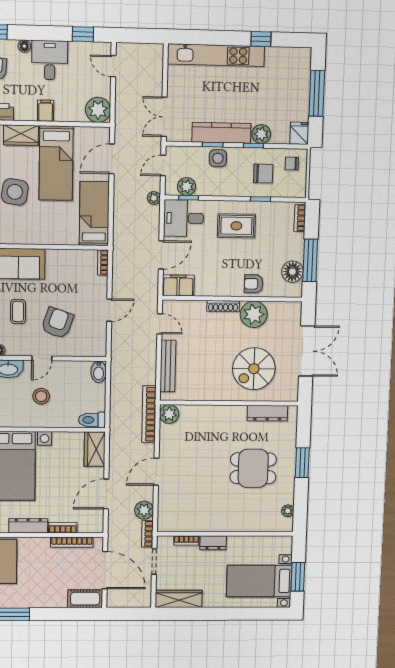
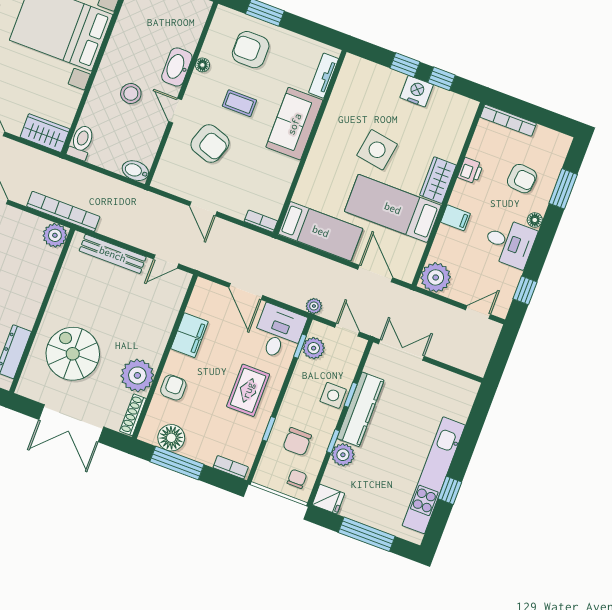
kitchen unit: (216, 55) -> (434, 475), moved
filing cabinet: (178, 285) -> (189, 335), moved
shoe rack: (223, 306) -> (133, 415), moved

